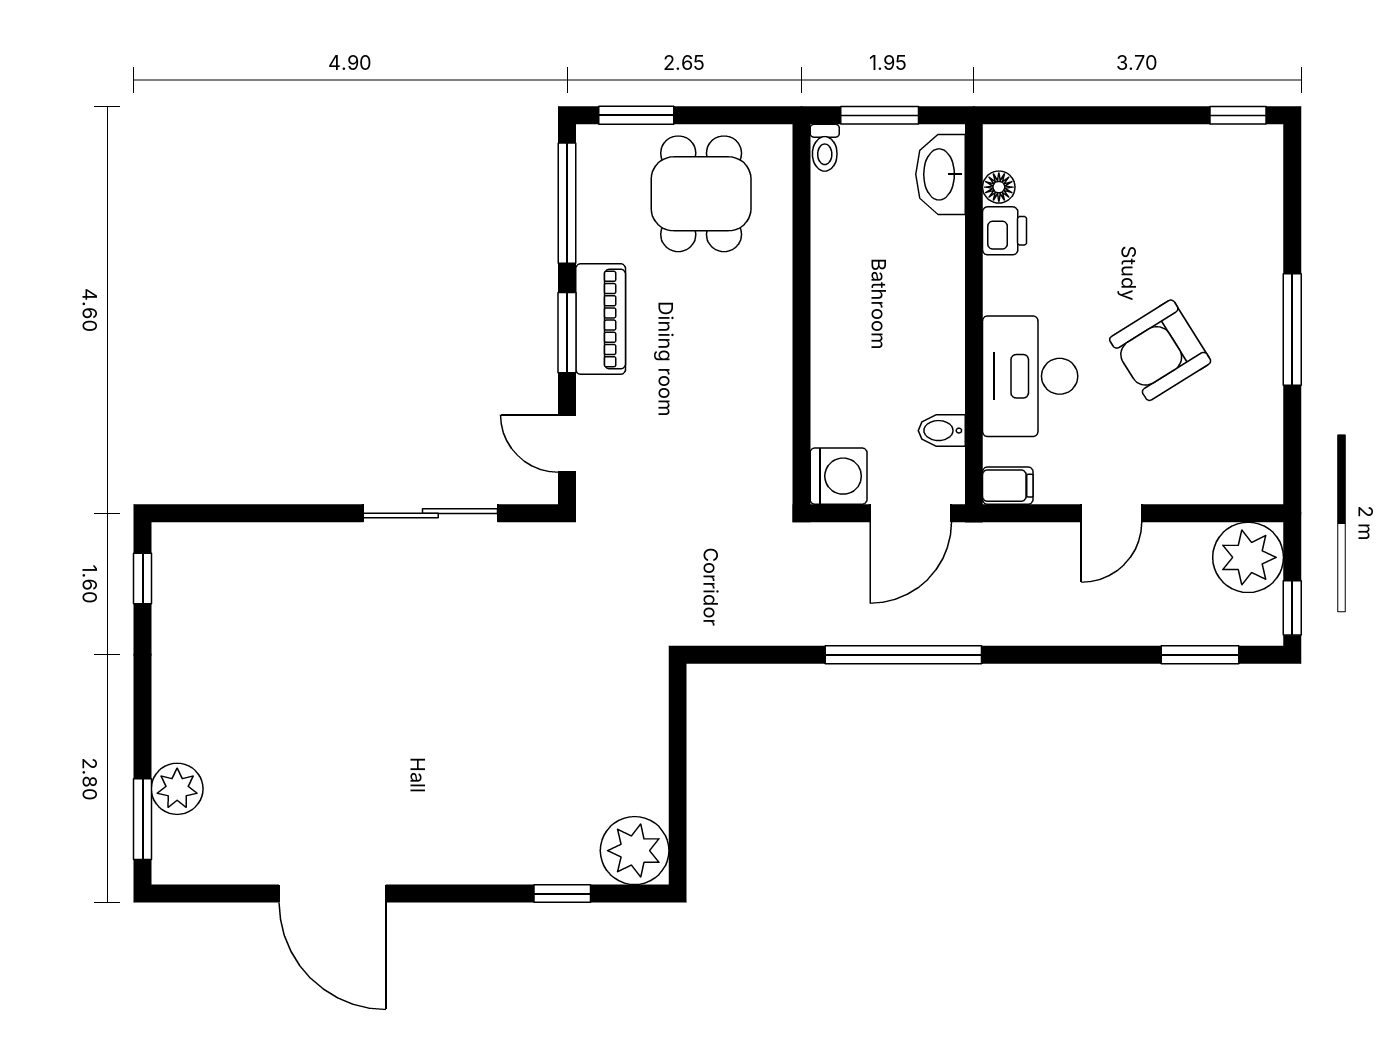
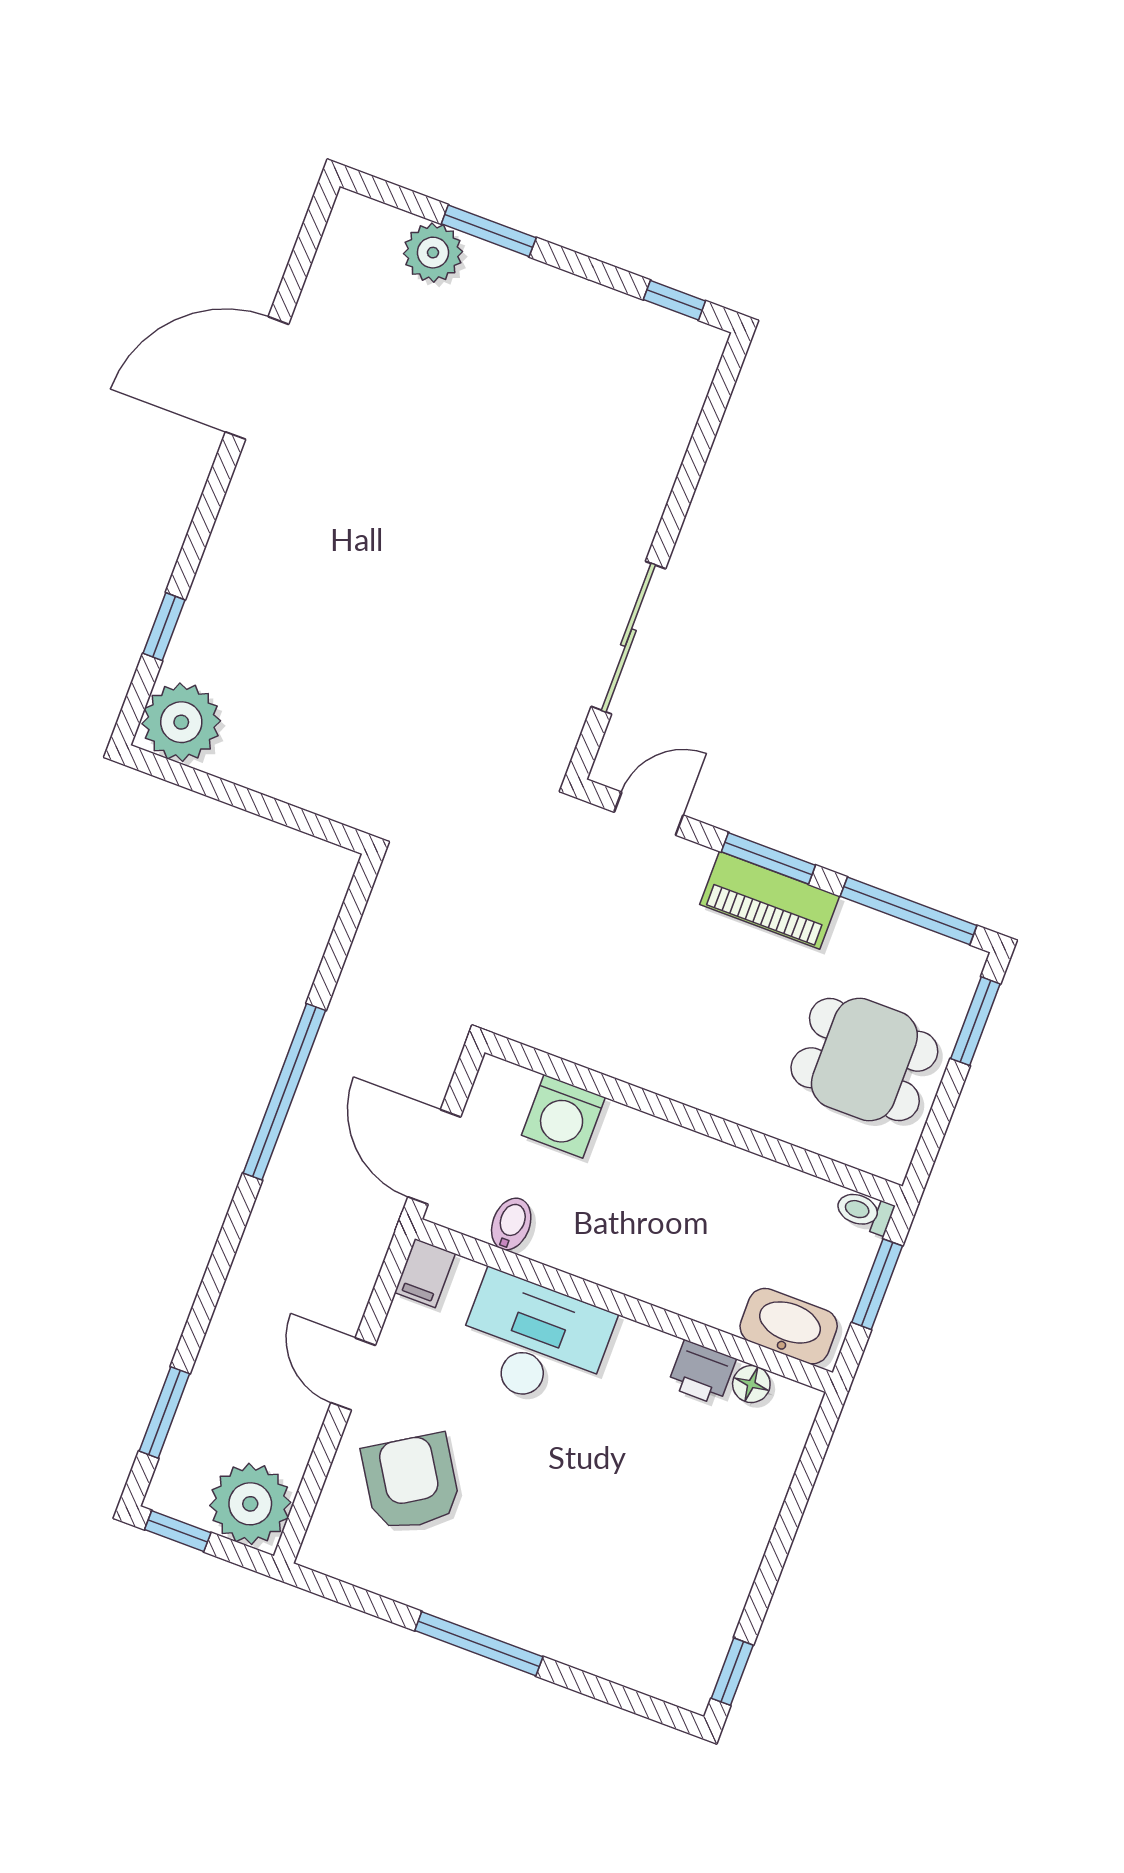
armchair: (1160, 350) -> (411, 1482), moved
washing machine: (839, 476) -> (563, 1116), moved
window: (143, 819) -> (489, 231), moved

